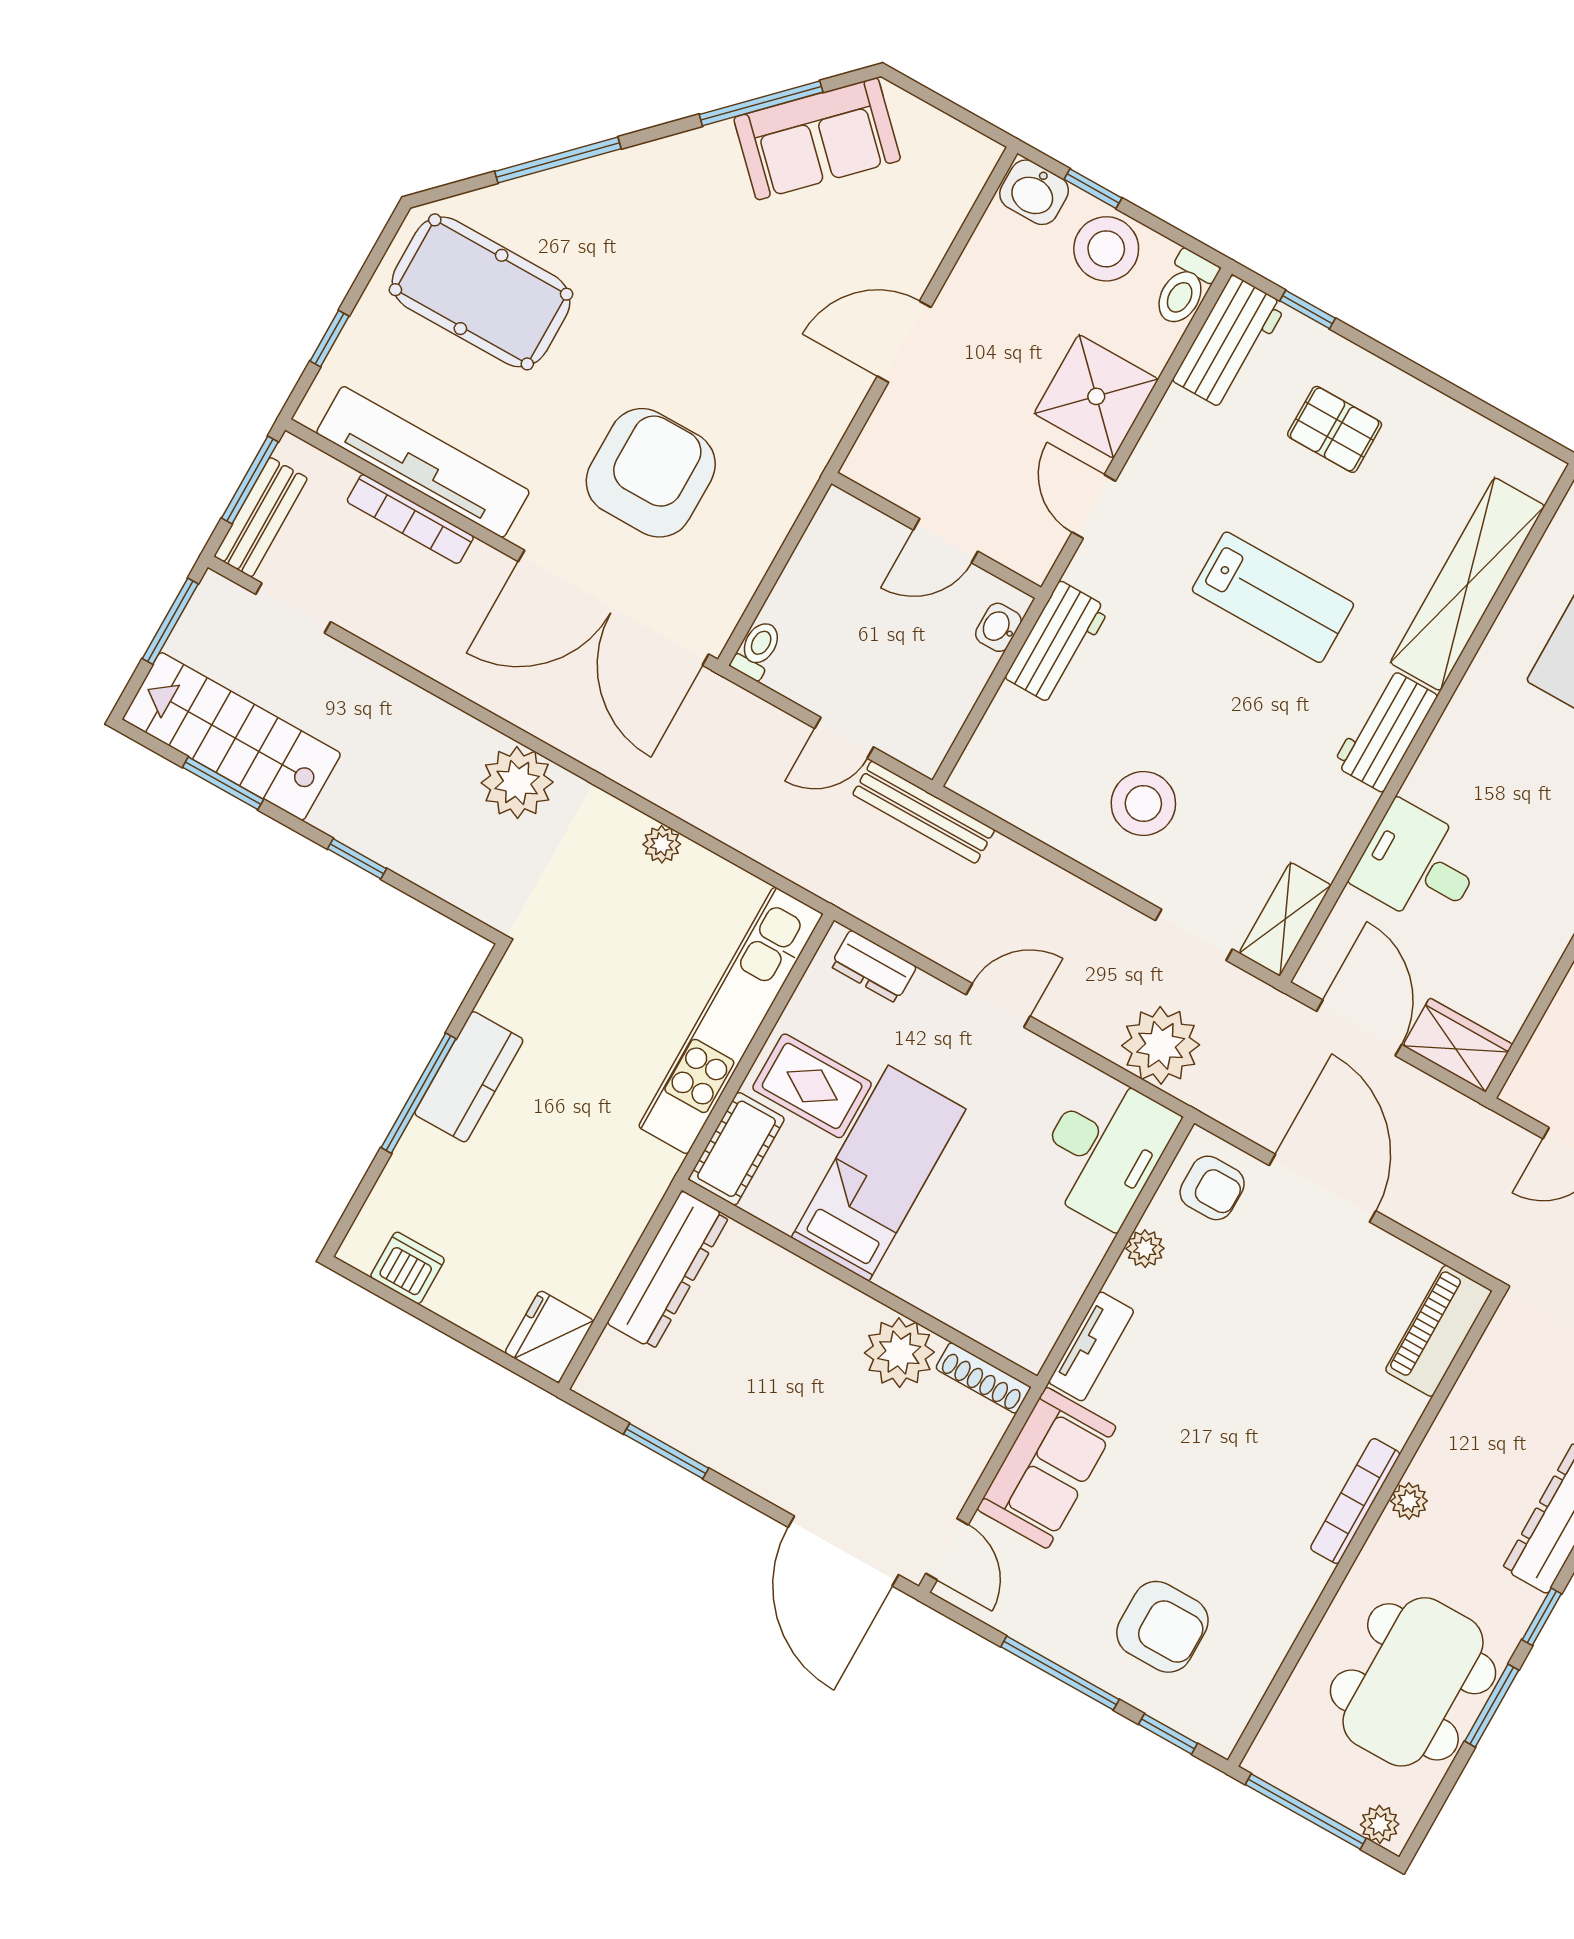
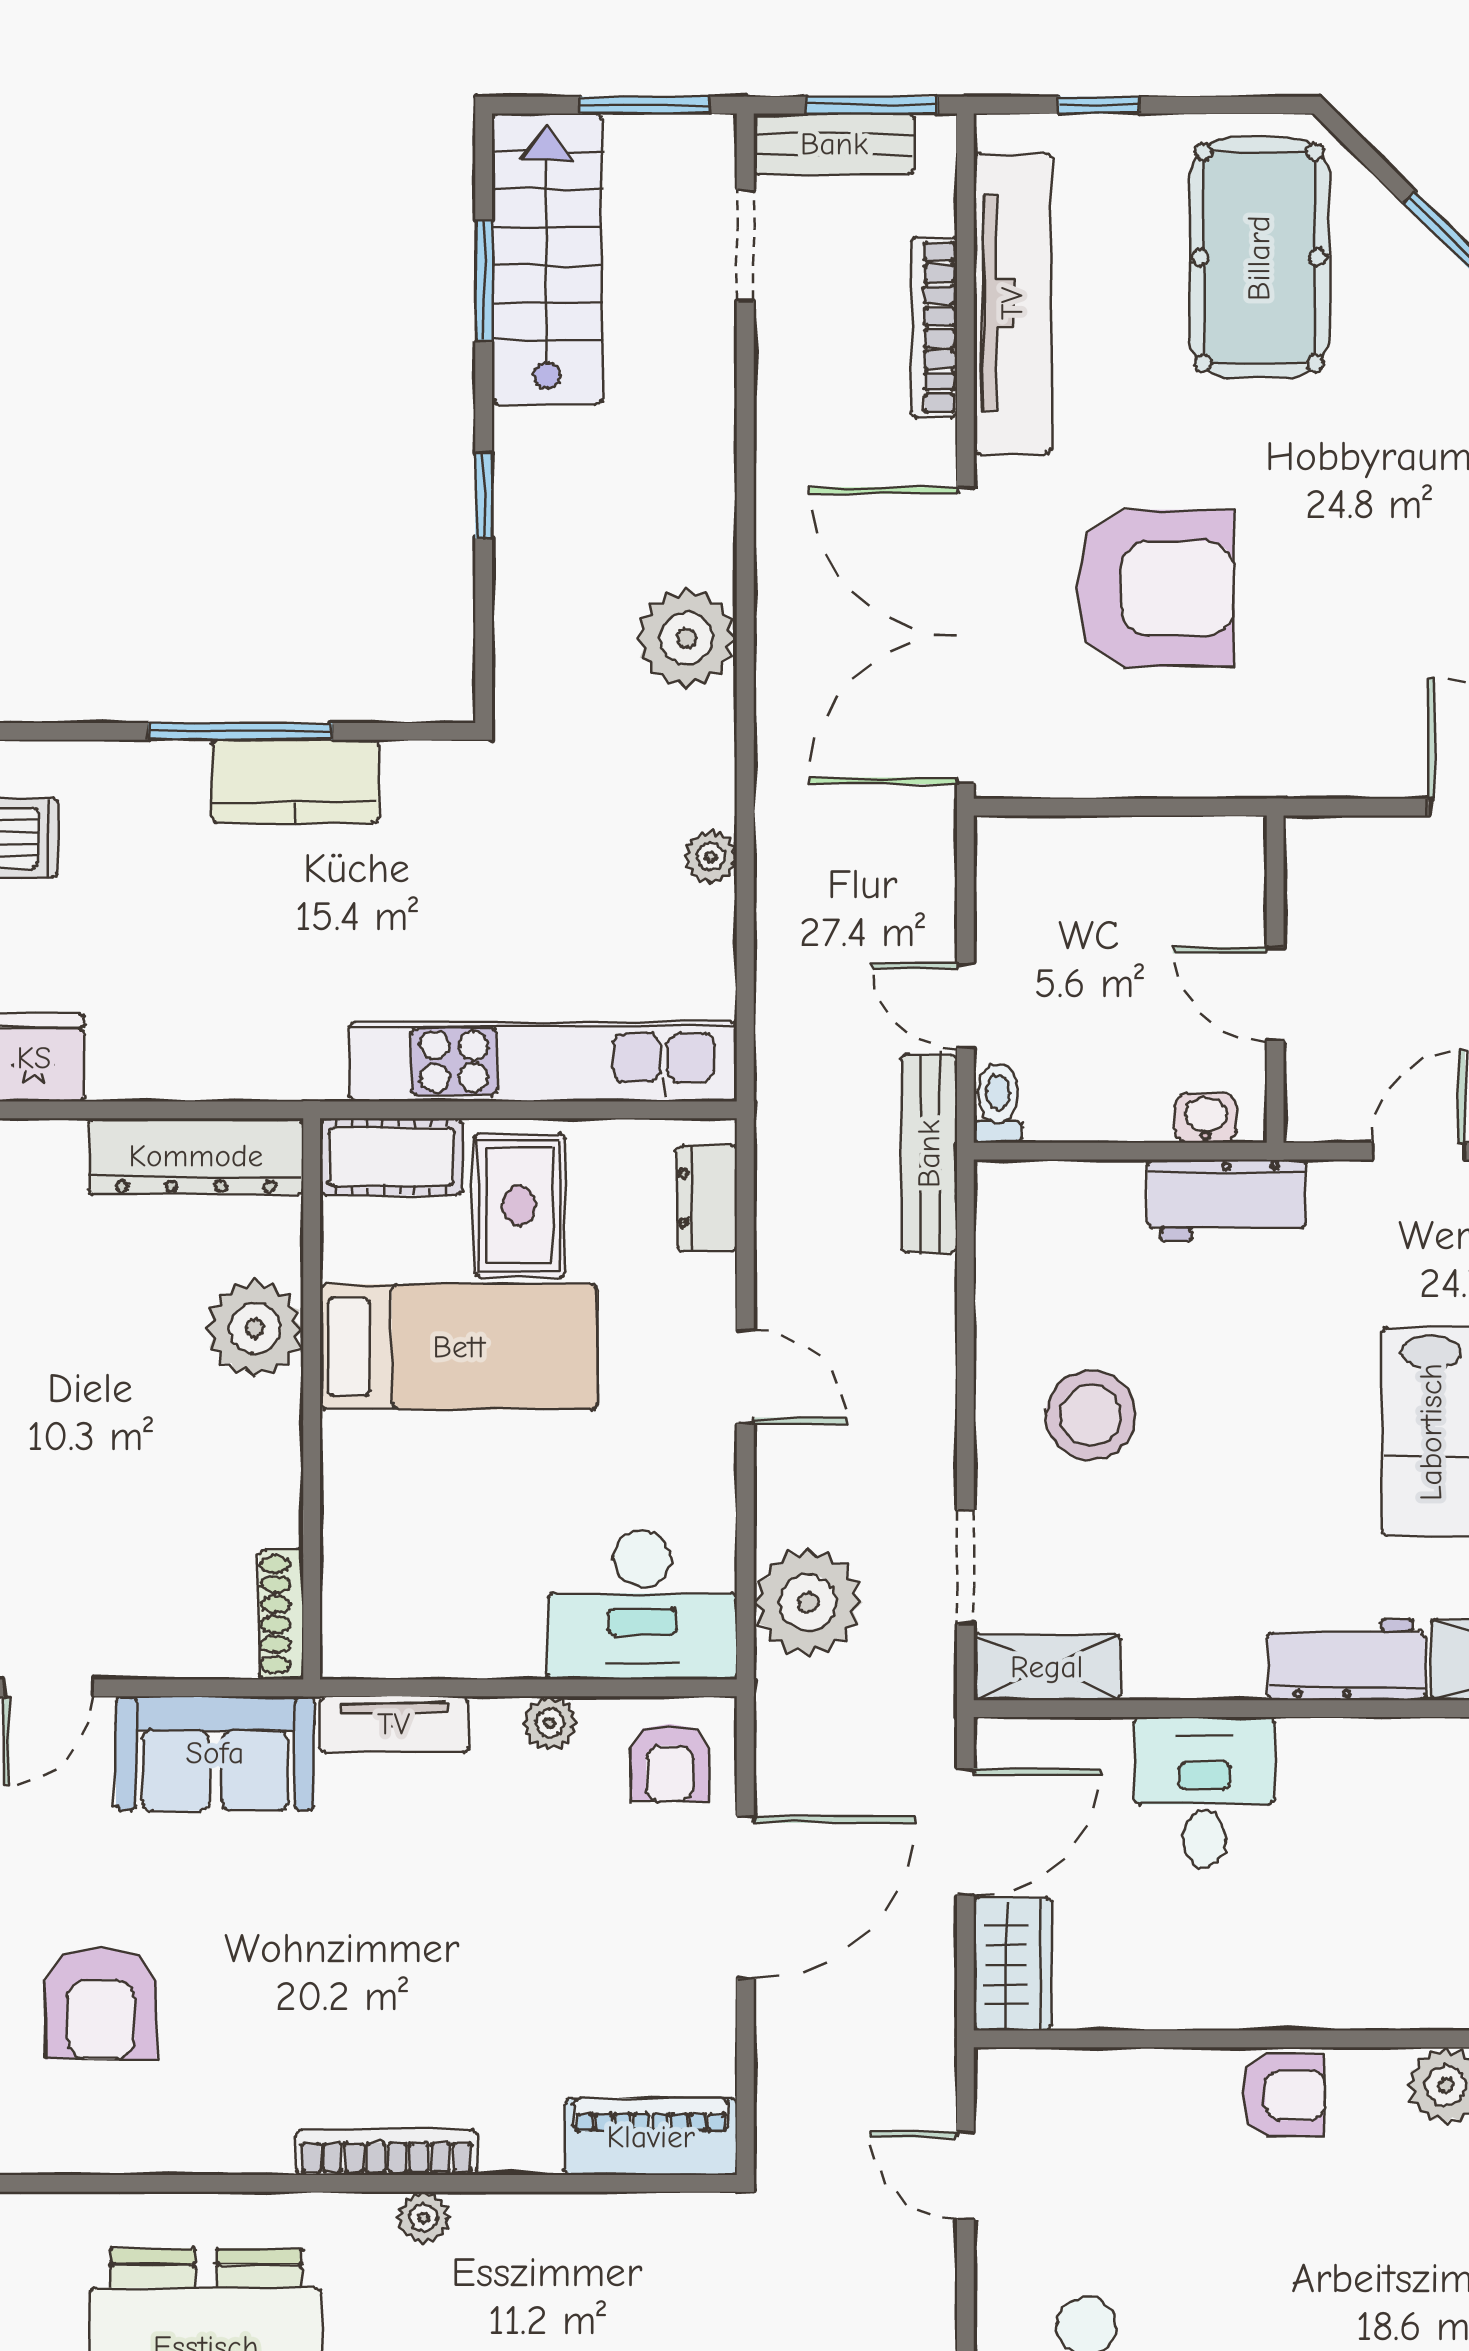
toilet: (757, 650) -> (998, 1103), moved, turned -90
plant: (899, 1353) -> (254, 1329), moved

